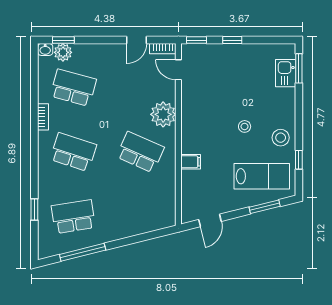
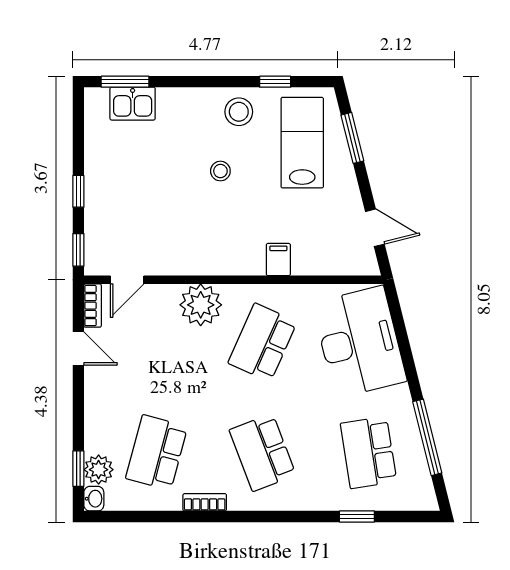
school desk: (73, 152) -> (263, 452), turned -39
desk: (141, 211) -> (359, 342), added

